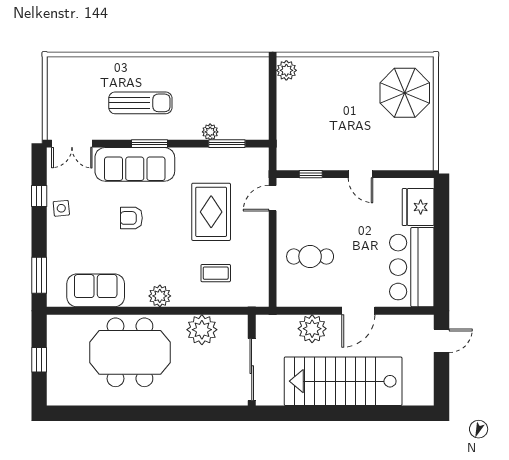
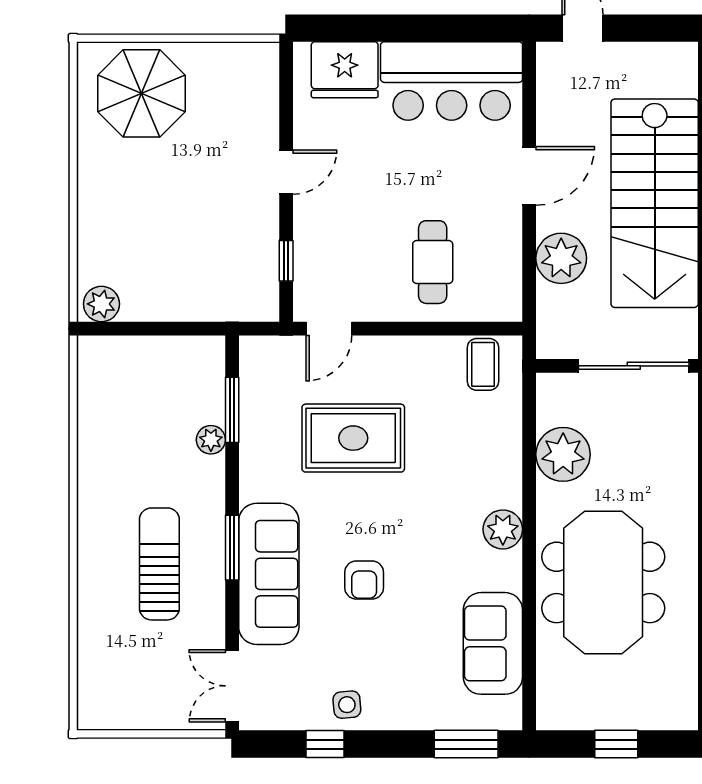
double door: (72, 144) -> (232, 686), swing flipped
door: (273, 198) -> (329, 329), hinge flipped
coffee table: (216, 273) -> (483, 364), moved
door: (358, 311) -> (529, 176), hinge flipped

